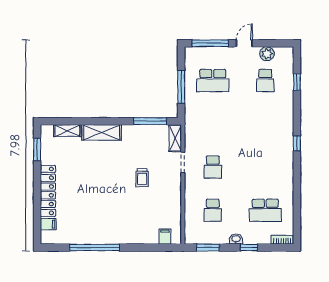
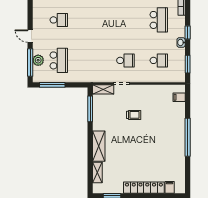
plant: (267, 54) -> (38, 60), moved
window: (181, 87) -> (52, 85), moved
window: (94, 248) -> (188, 137), moved

